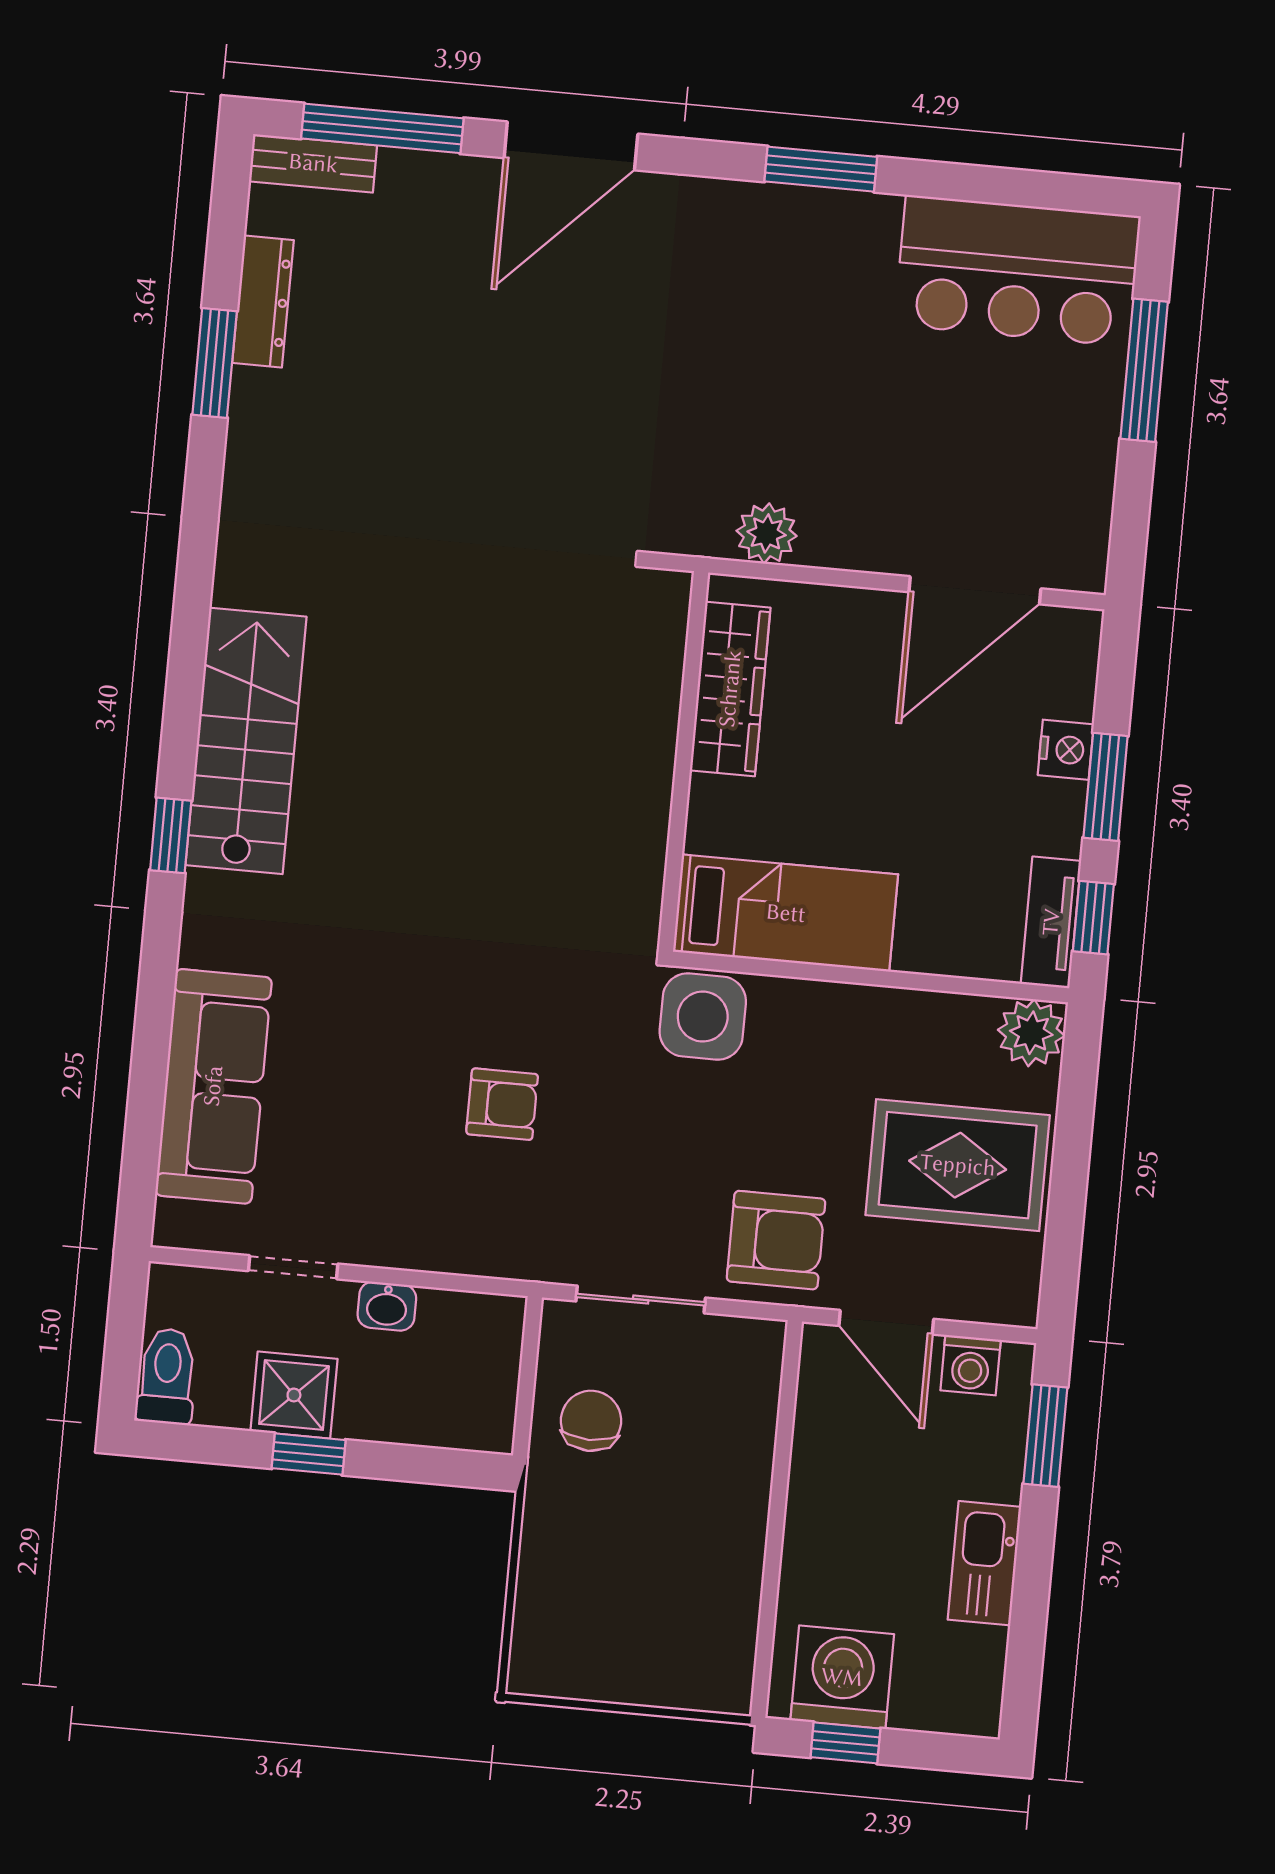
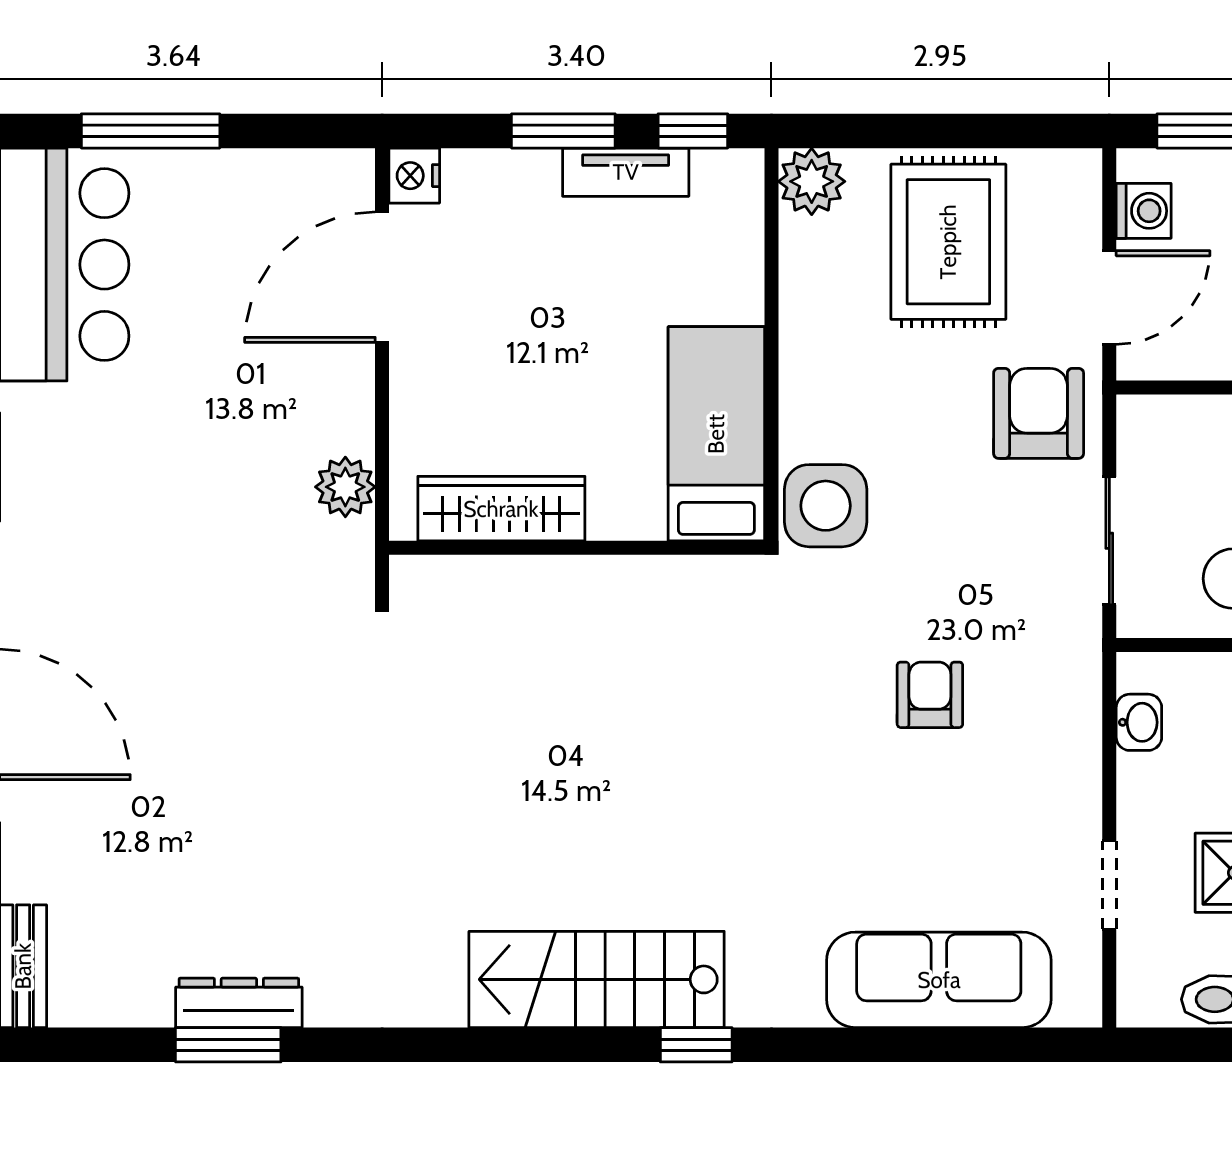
dresser: (263, 302) -> (239, 1003), moved
door: (975, 590) -> (382, 277), swing flipped
nightstand: (1066, 750) -> (414, 176), moved, turned -90
tv unit: (1051, 922) -> (626, 172), moved
washbasin: (387, 1306) -> (1139, 722), moved

